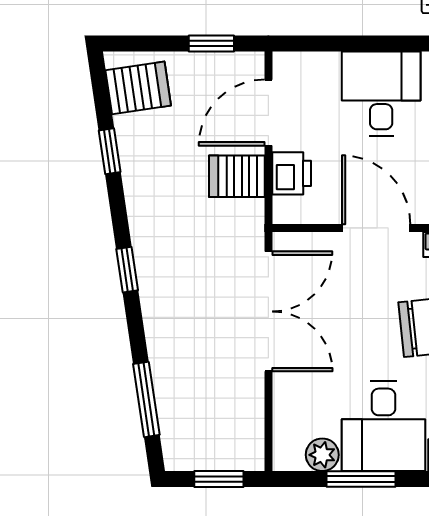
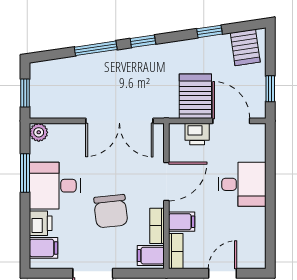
server rack: (237, 176) -> (195, 96), width x1.36, depth x1.44
window: (146, 399) -> (96, 48), moved
plant: (322, 455) -> (39, 132), moved

